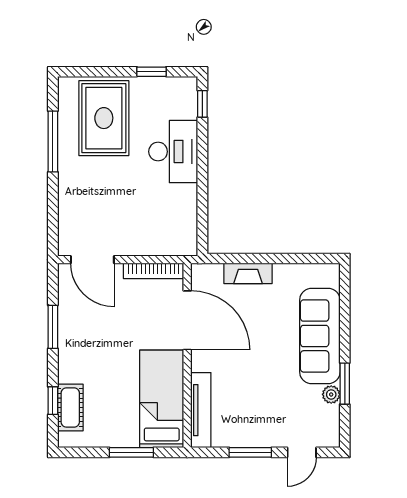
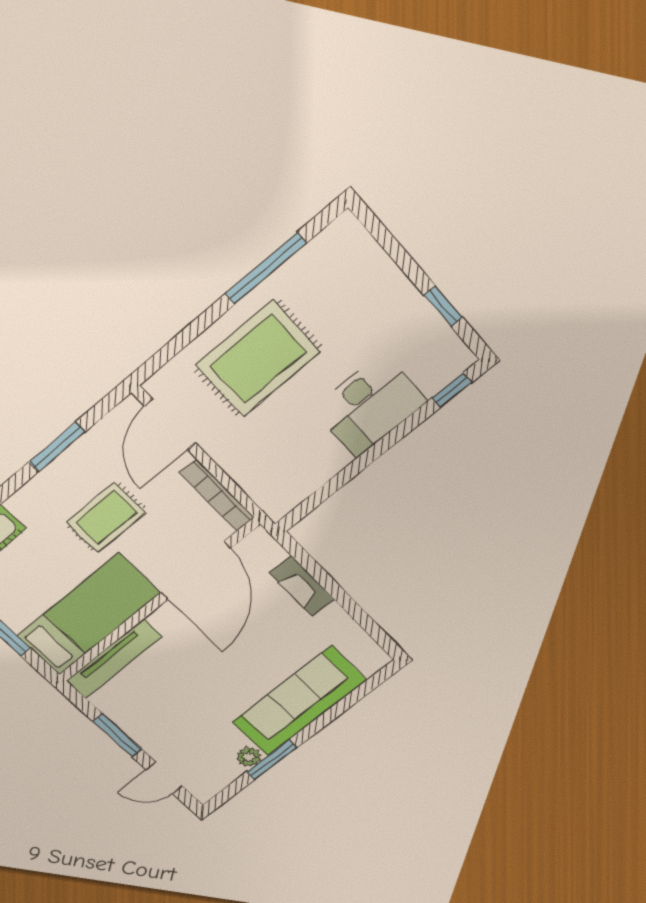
rug: (104, 118) -> (258, 359), moved
rug: (114, 338) -> (106, 518), added

